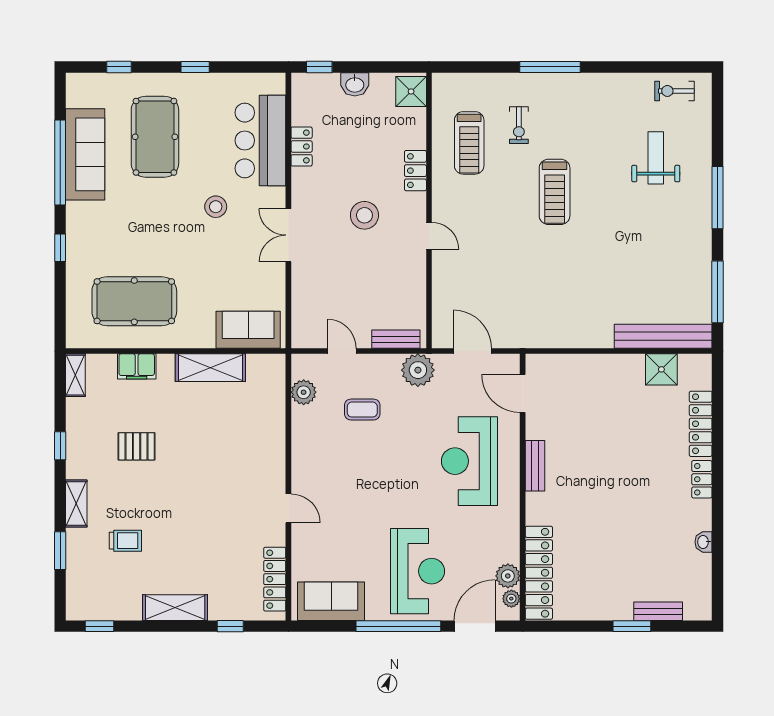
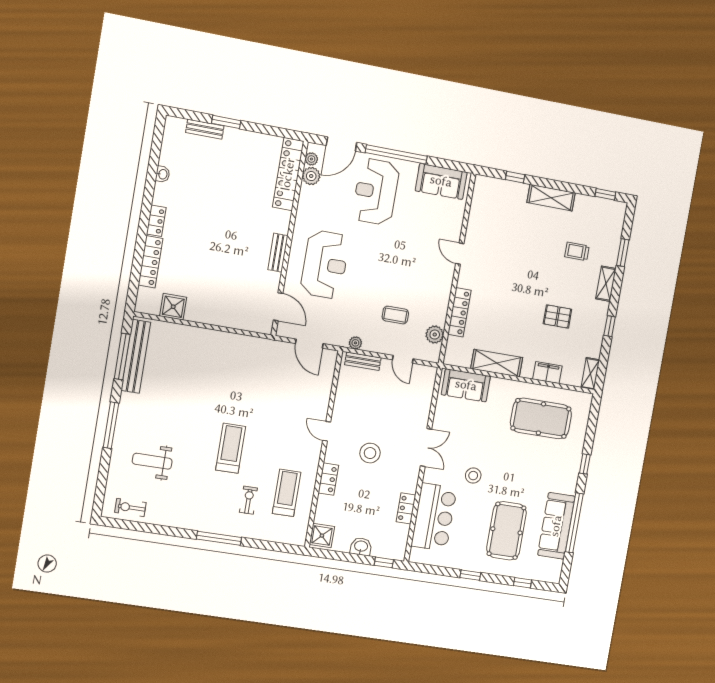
exercise bike: (674, 91) -> (130, 507), turned 180
weight bench: (656, 158) -> (152, 461), turned 90
bench: (663, 336) -> (136, 356), moved, turned 90
plant: (418, 370) -> (355, 343), width x0.53, depth x0.53
locker: (275, 579) -> (459, 312), moved

